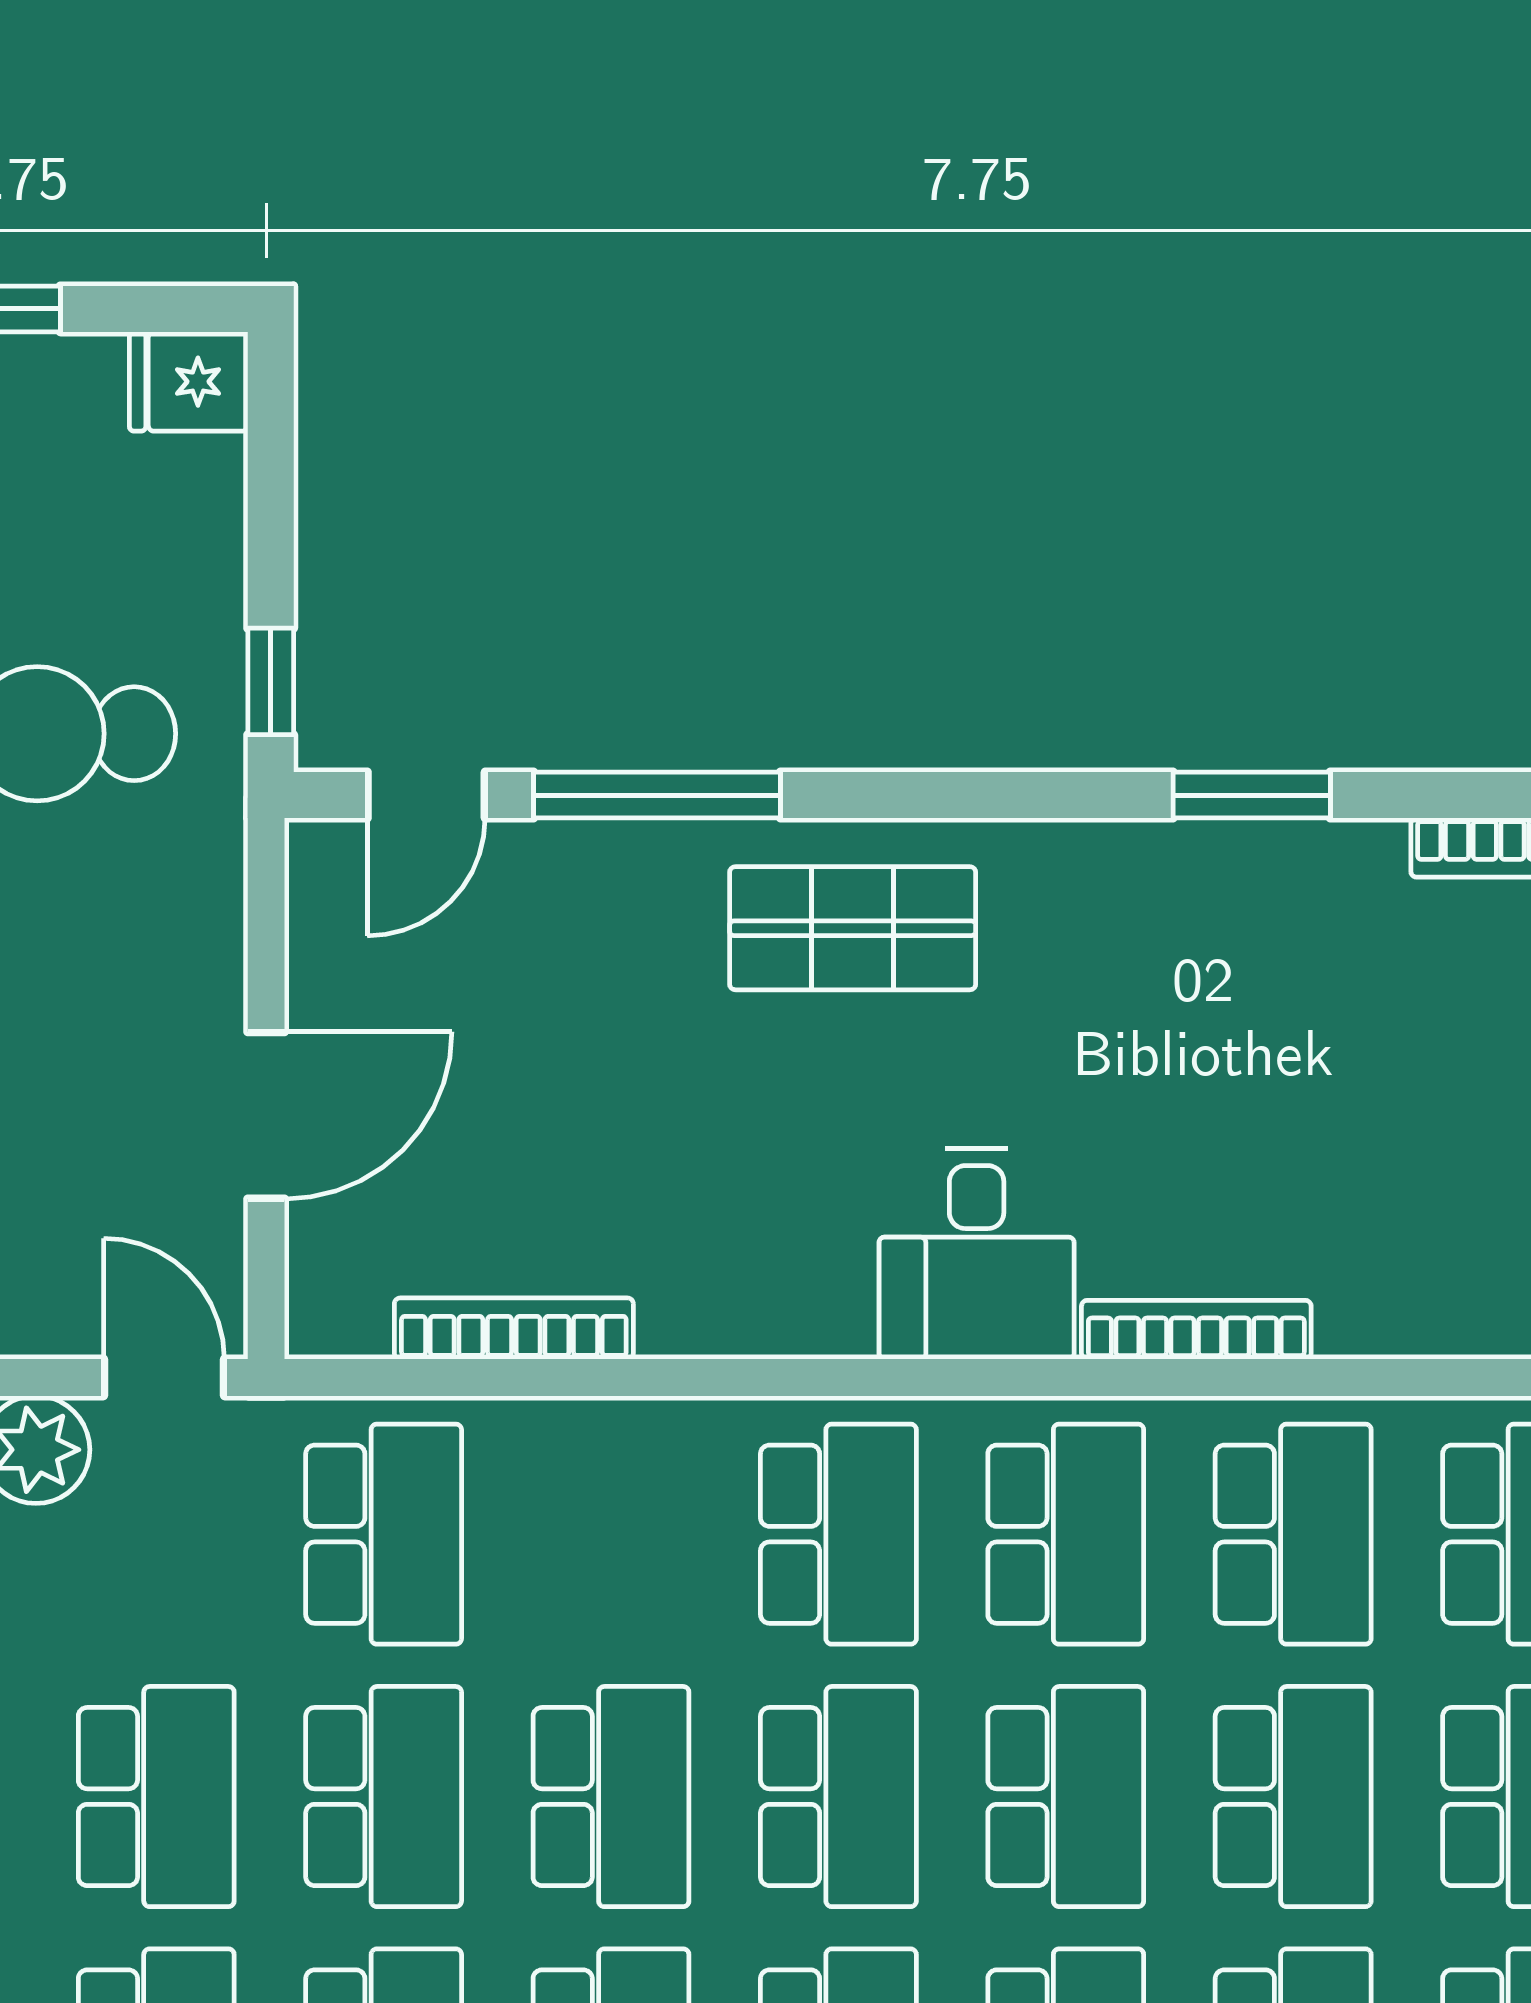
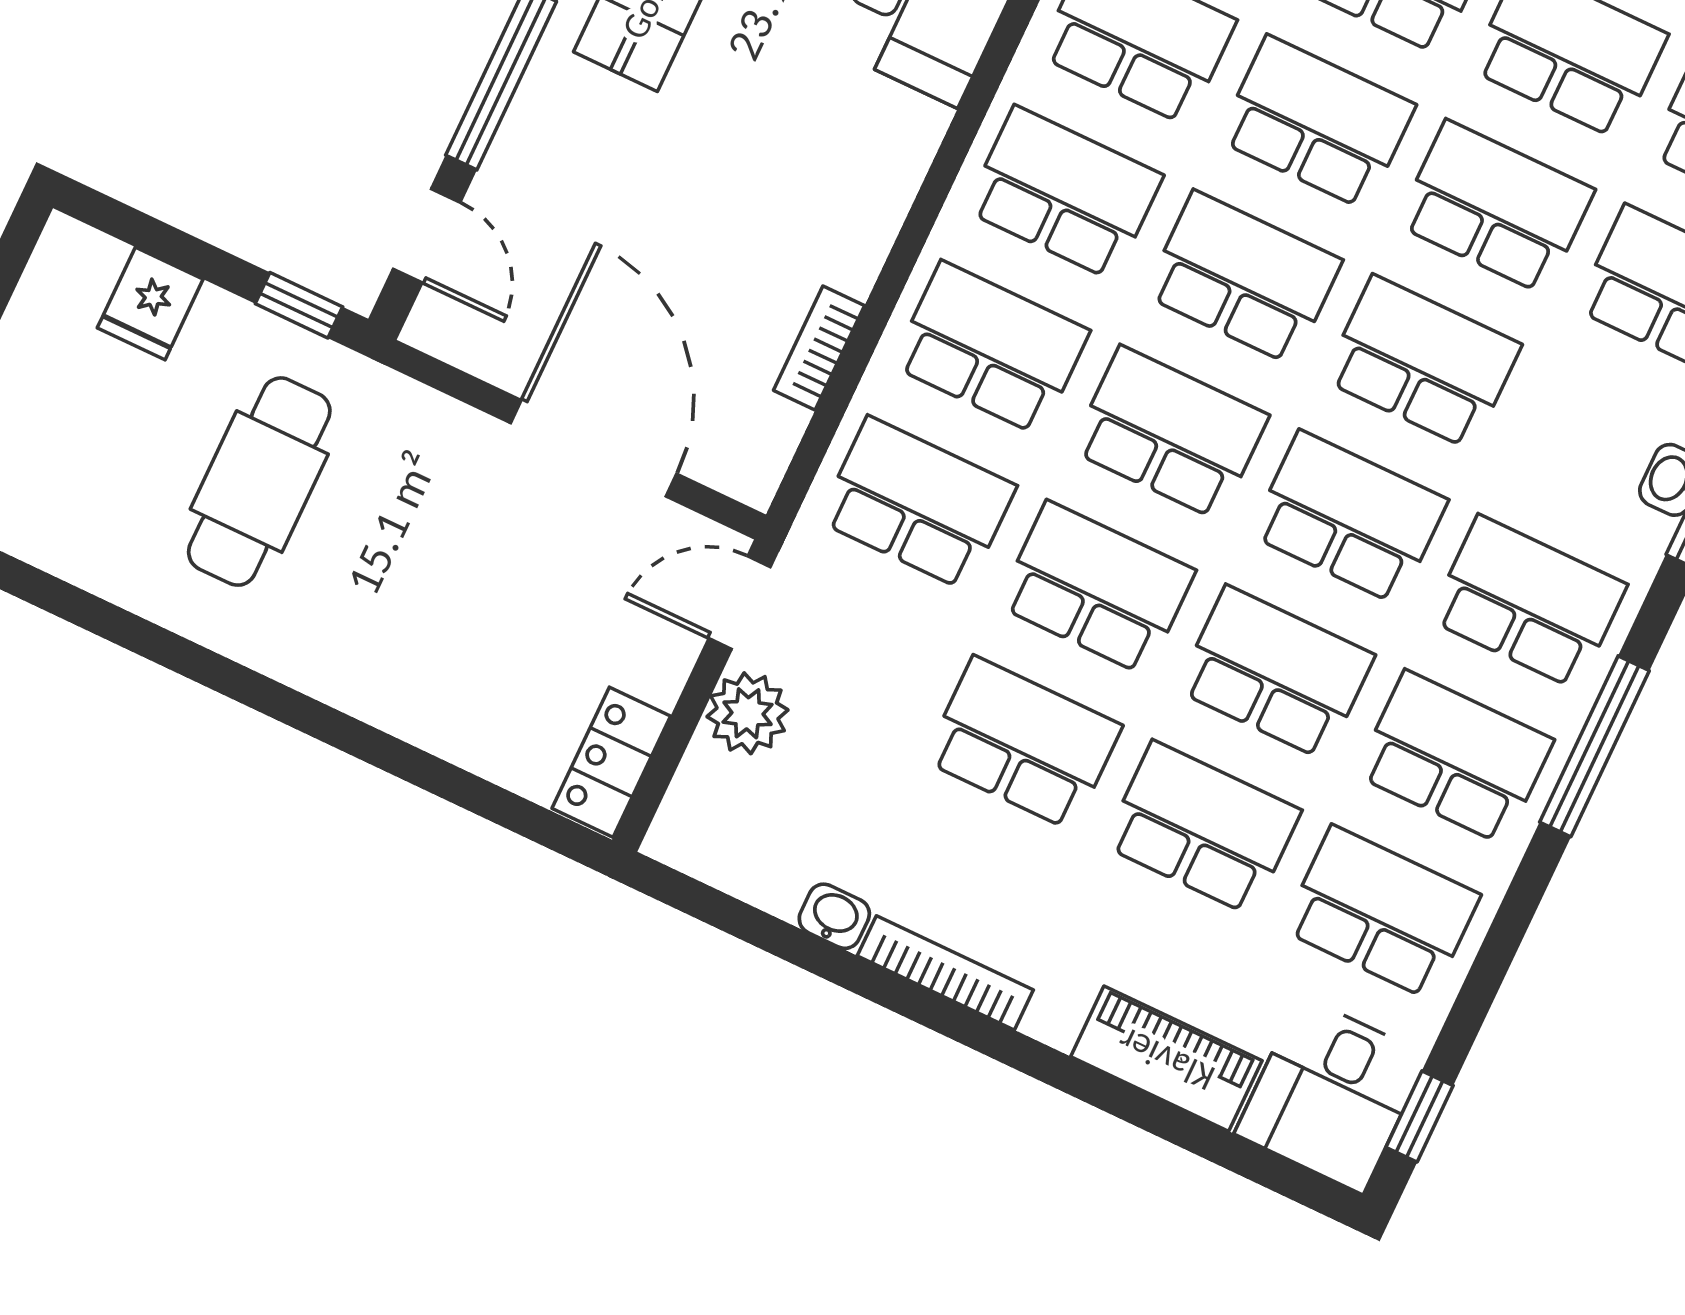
fridge: (189, 382) -> (150, 304), moved
door: (266, 1115) -> (594, 448), width x1.36
bookcase: (514, 1329) -> (819, 348), width x0.64
school desk: (611, 1534) -> (991, 348), added

